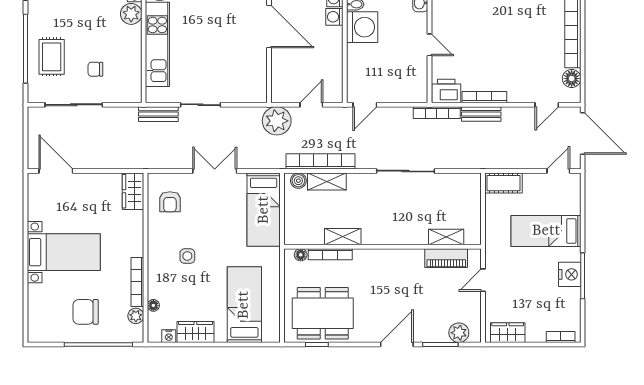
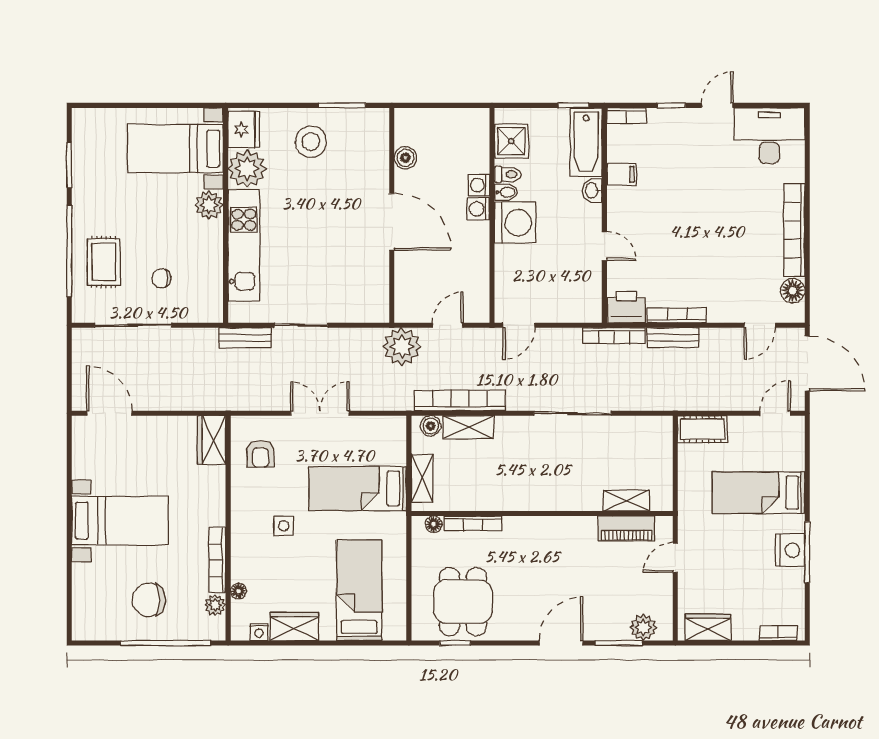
bed: (264, 210) -> (358, 488), moved, turned 90
shelving: (343, 237) -> (422, 478), moved, turned 90
dining table: (323, 313) -> (463, 602), width x0.73

